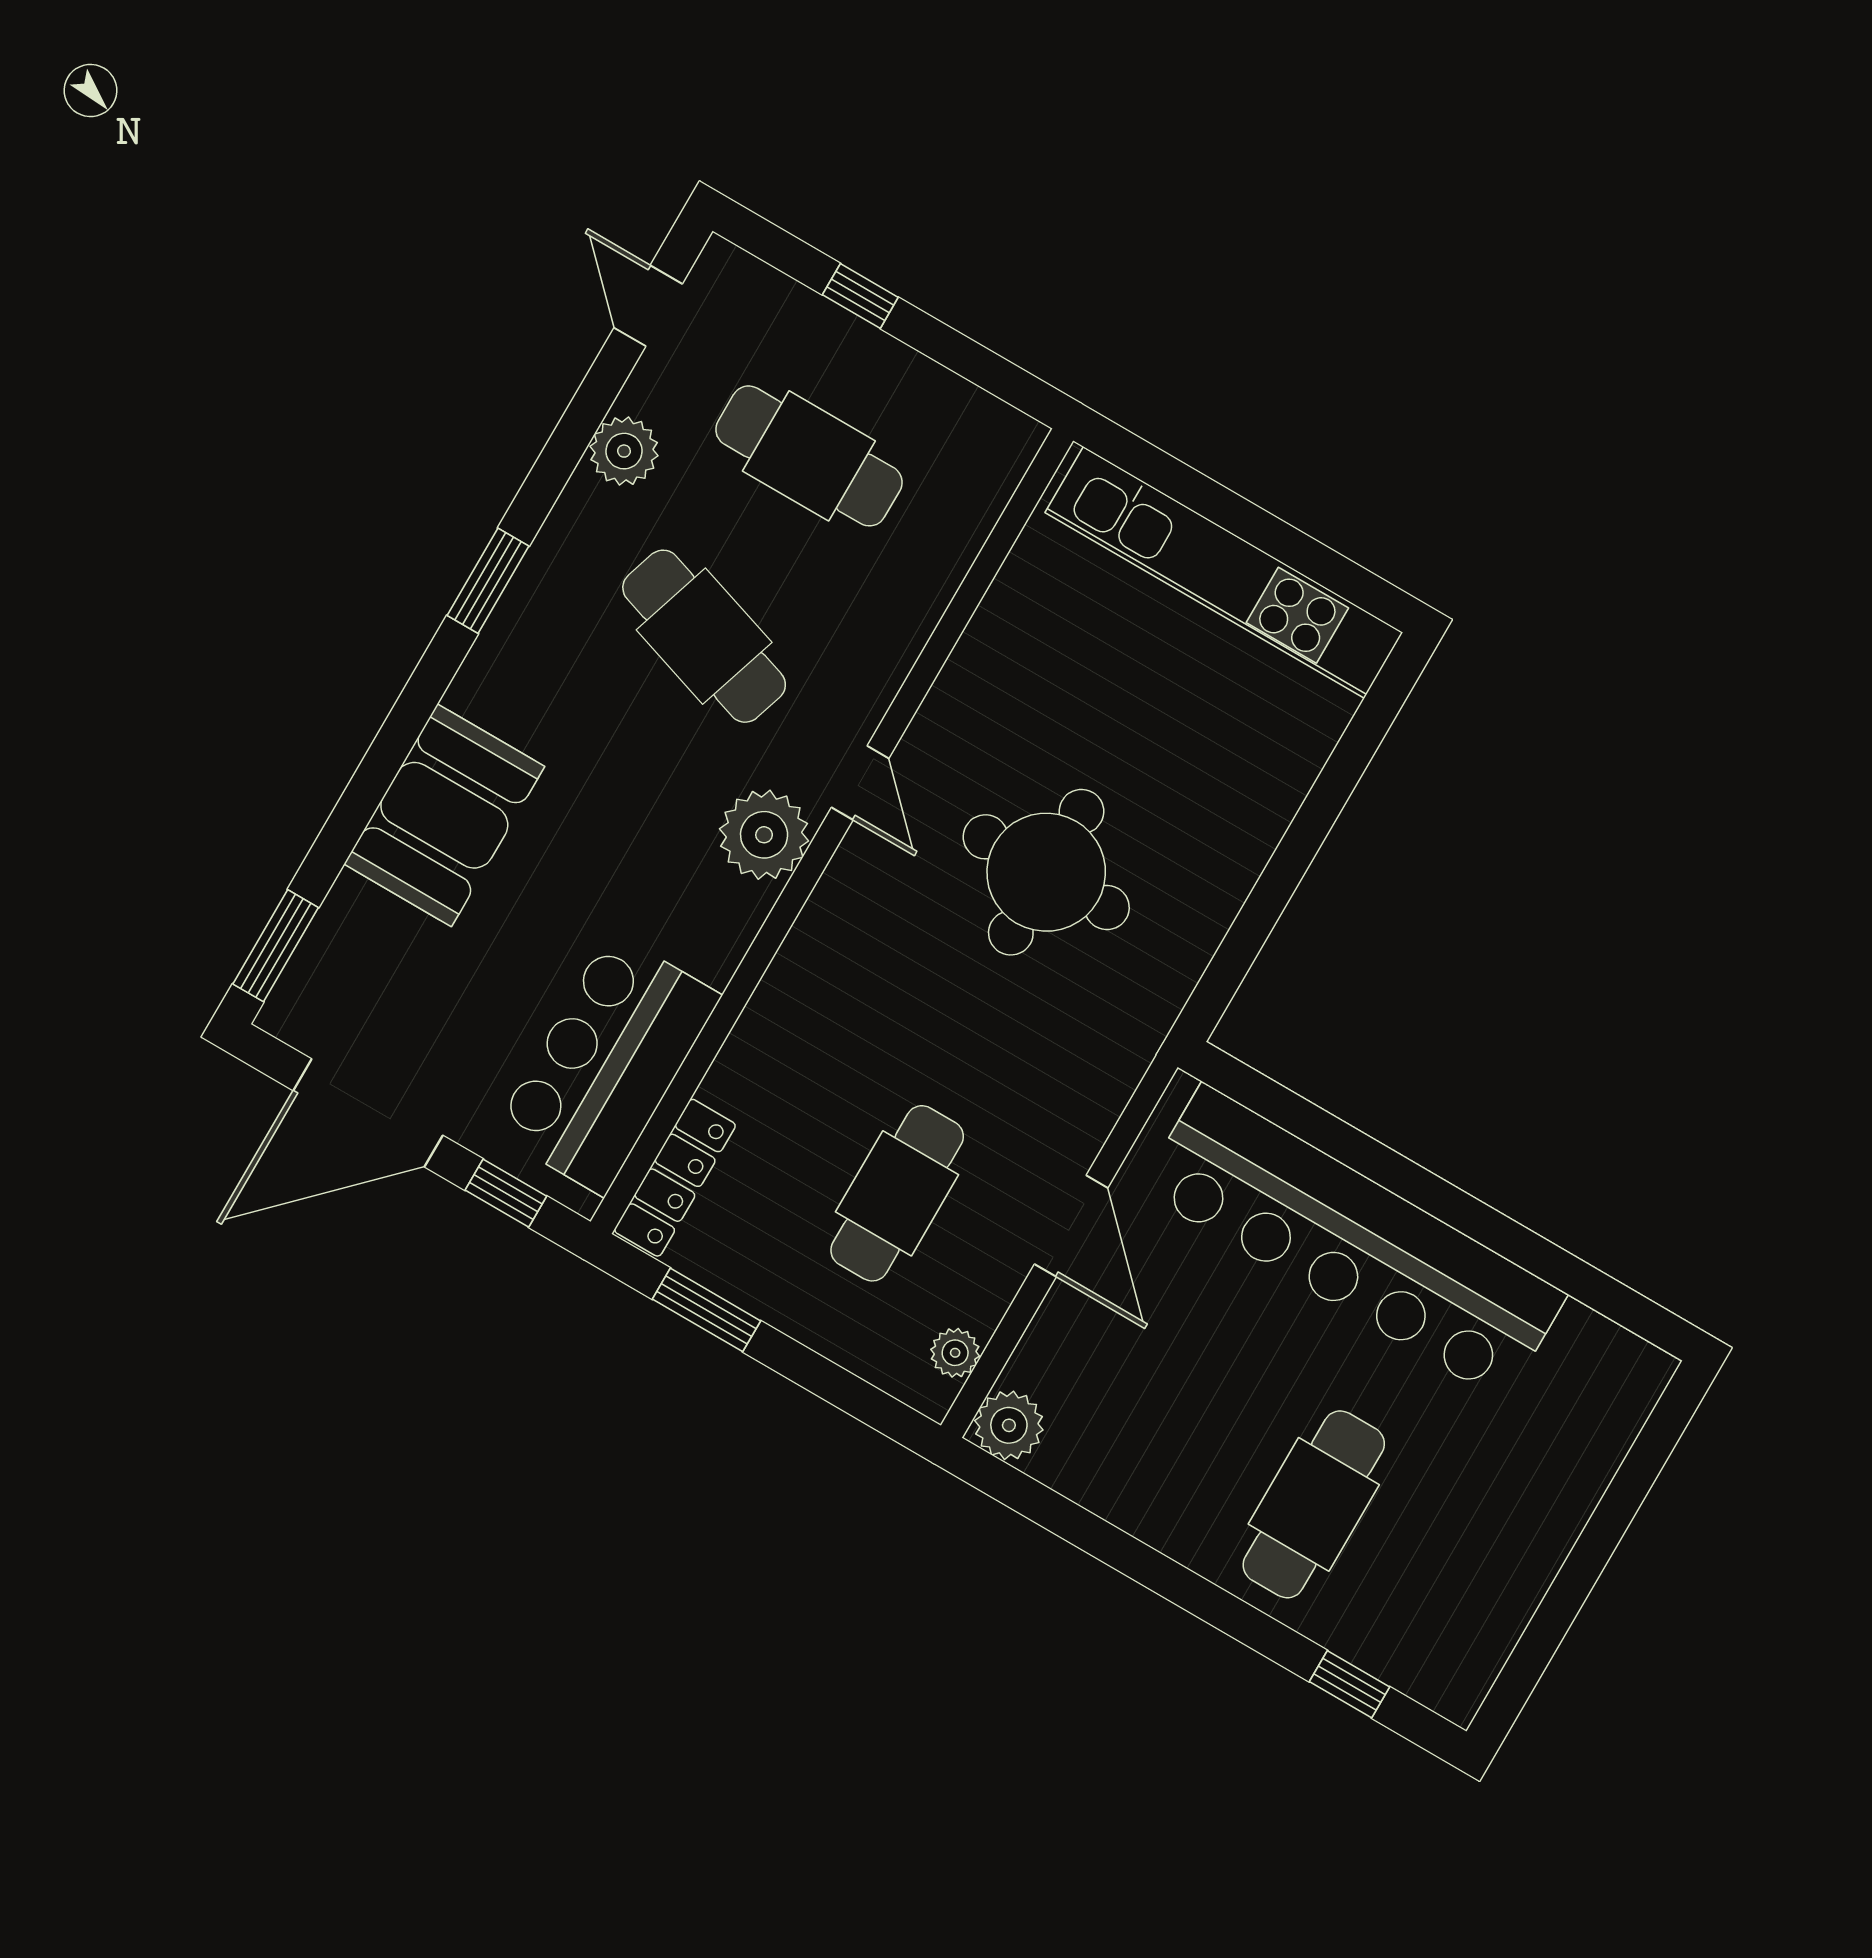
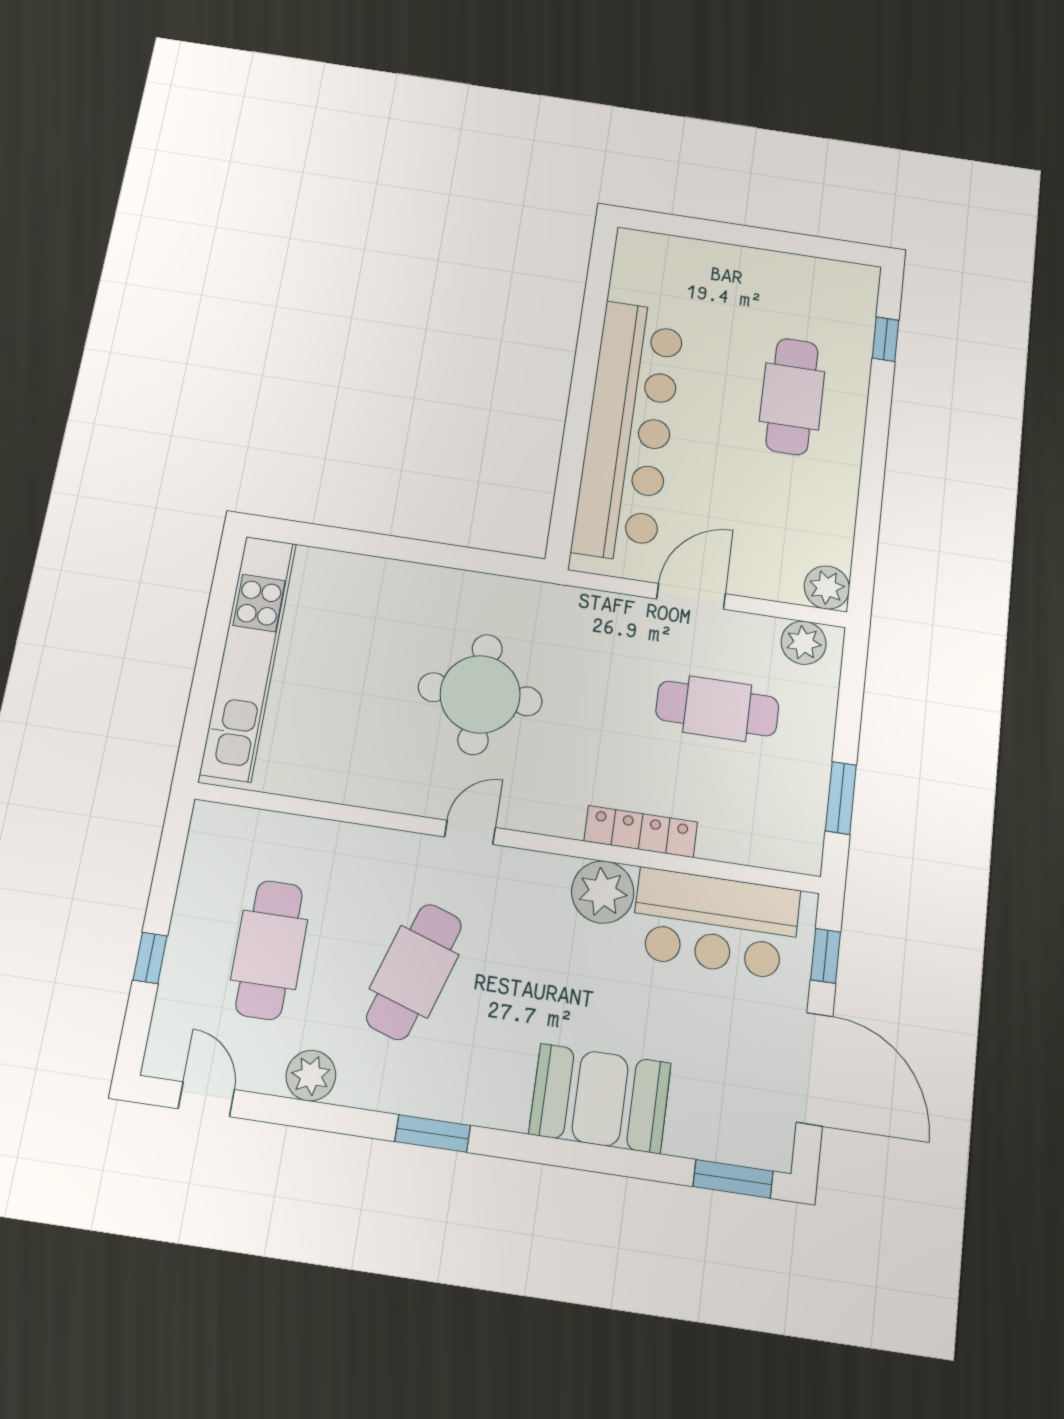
door: (648, 306) -> (206, 1099), swing flipped
plant: (764, 835) -> (603, 892), moved
locker: (675, 1178) -> (641, 831), moved
plant: (955, 1353) -> (804, 643), width x1.38, depth x1.38
cafe table: (1314, 1504) -> (792, 396), turned 90

